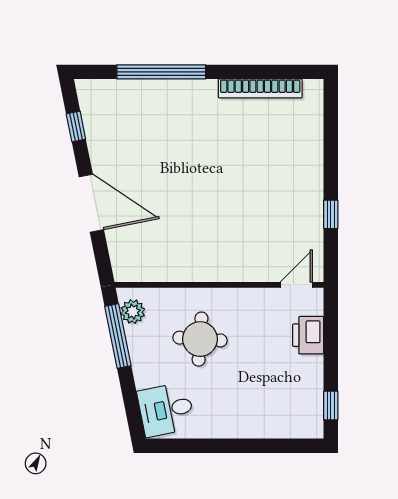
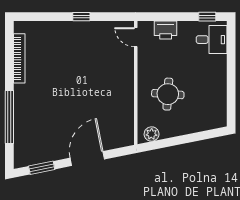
window: (76, 126) -> (42, 168), width x1.50
window: (331, 214) -> (81, 17), moved
window: (118, 336) -> (166, 143), removed
desk: (166, 410) -> (212, 40), moved, turned -79

